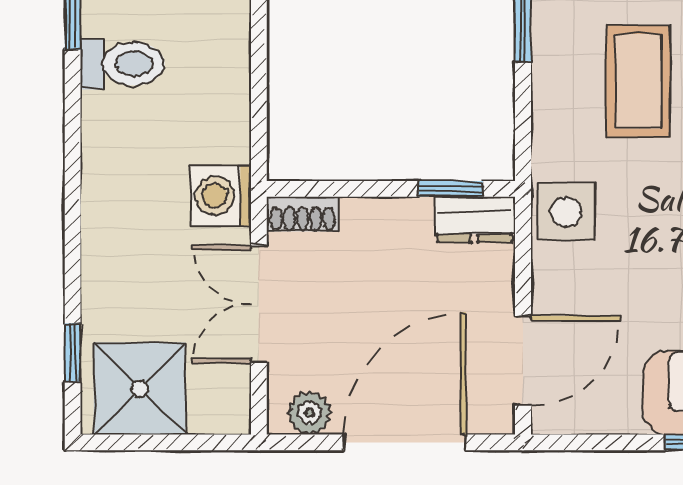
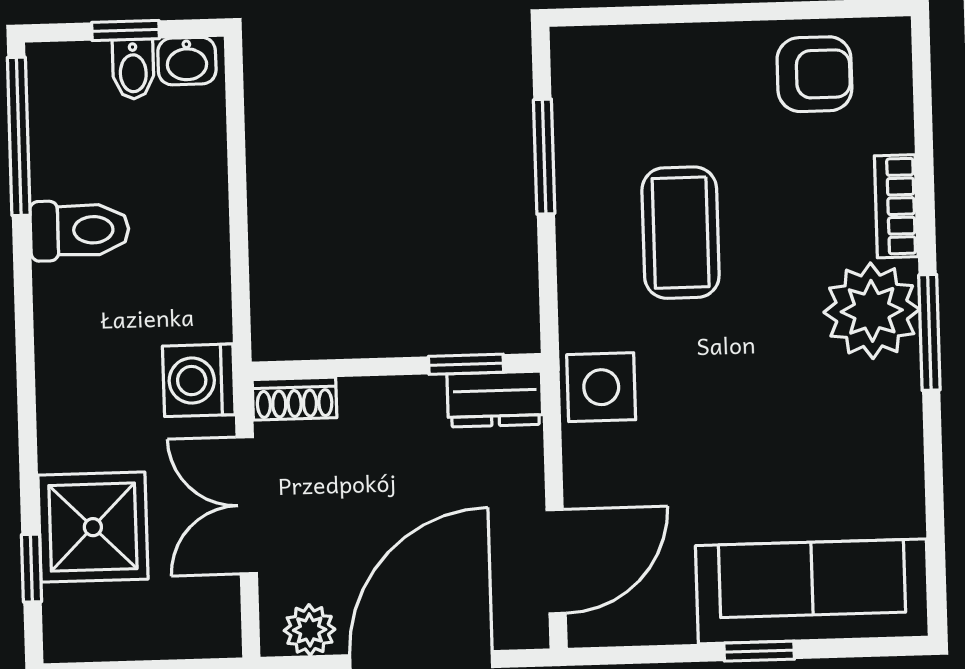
shower: (140, 389) -> (93, 527), moved

